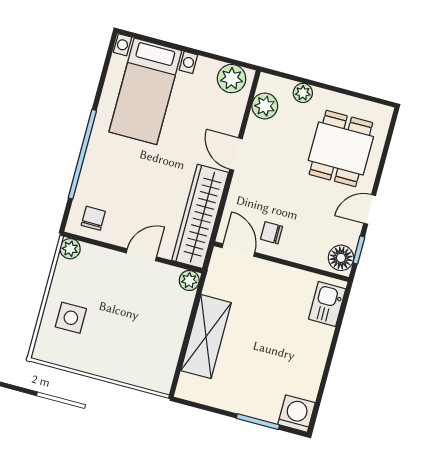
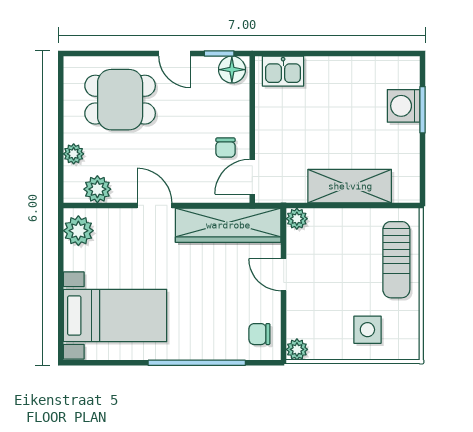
door: (236, 154) -> (155, 205), swing flipped
sun lounger: (128, 361) -> (396, 260), added
washing machine: (296, 414) -> (404, 106), moved

